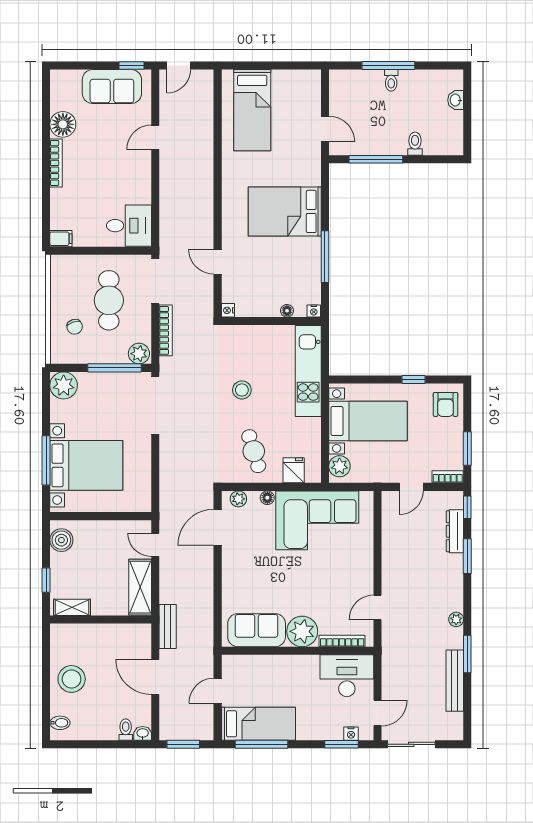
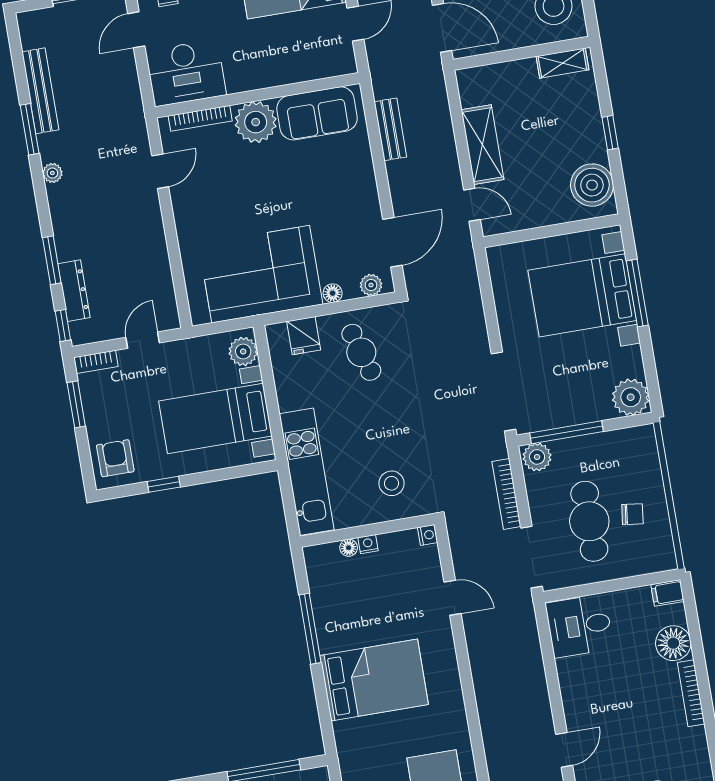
floor lamp: (63, 124) -> (673, 643), moved
nightstand: (314, 311) -> (368, 544), moved
chair: (75, 327) -> (632, 514), moved, turned 114
stool: (242, 390) -> (392, 483), moved
boiler: (61, 540) -> (592, 185), width x1.37, depth x1.37
shelving: (72, 607) -> (562, 63), moved
wall: (101, 619) -> (521, 53), moved
bench: (168, 626) -> (390, 129), moved

